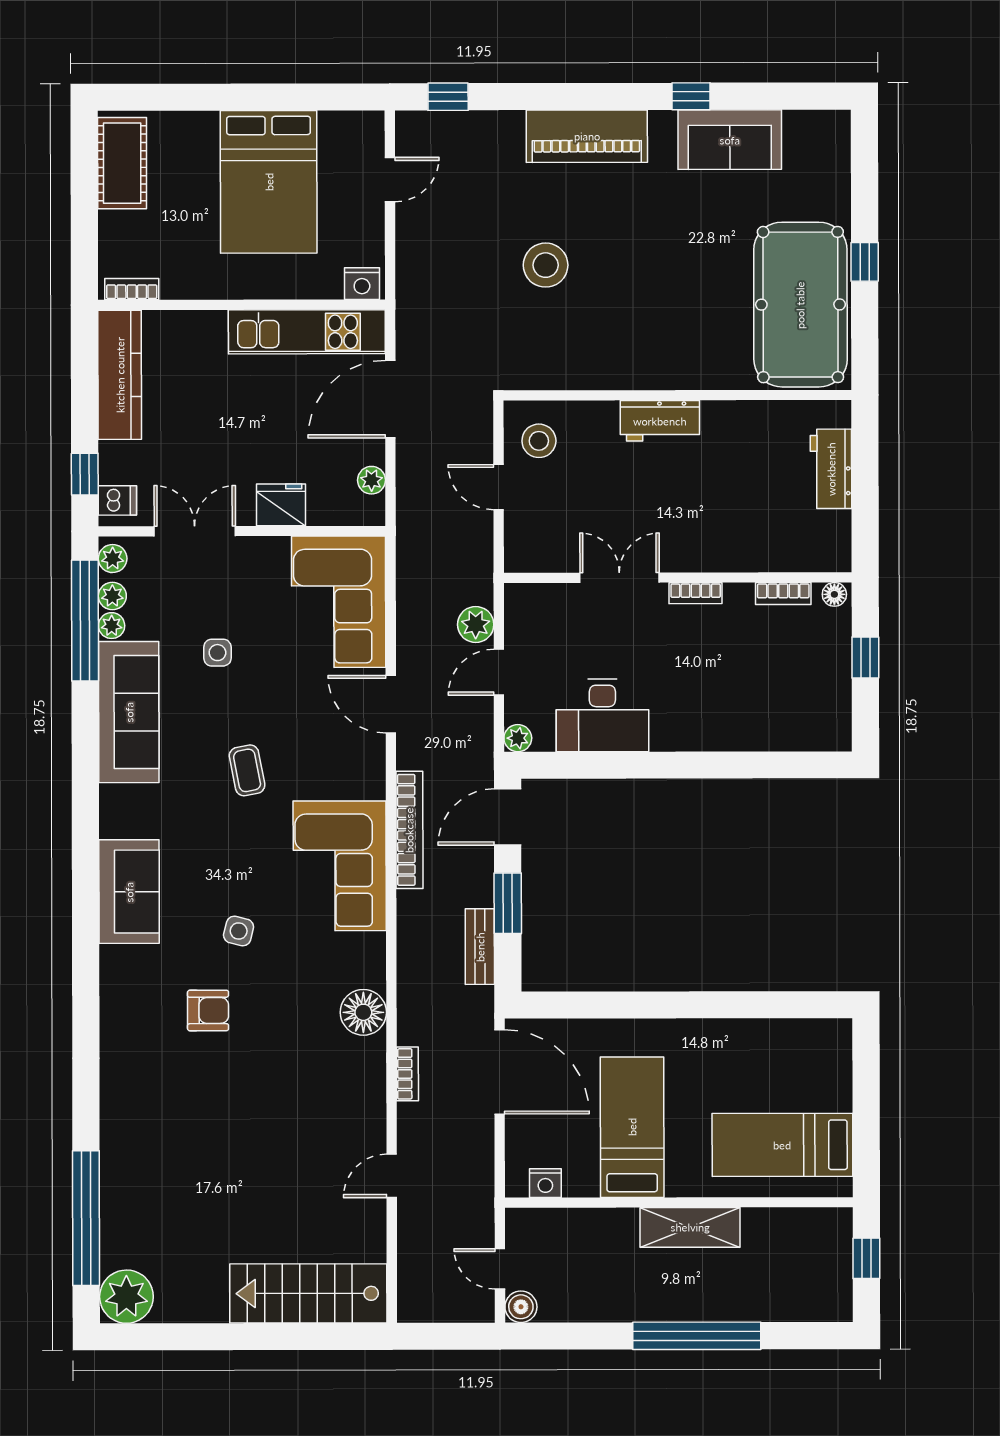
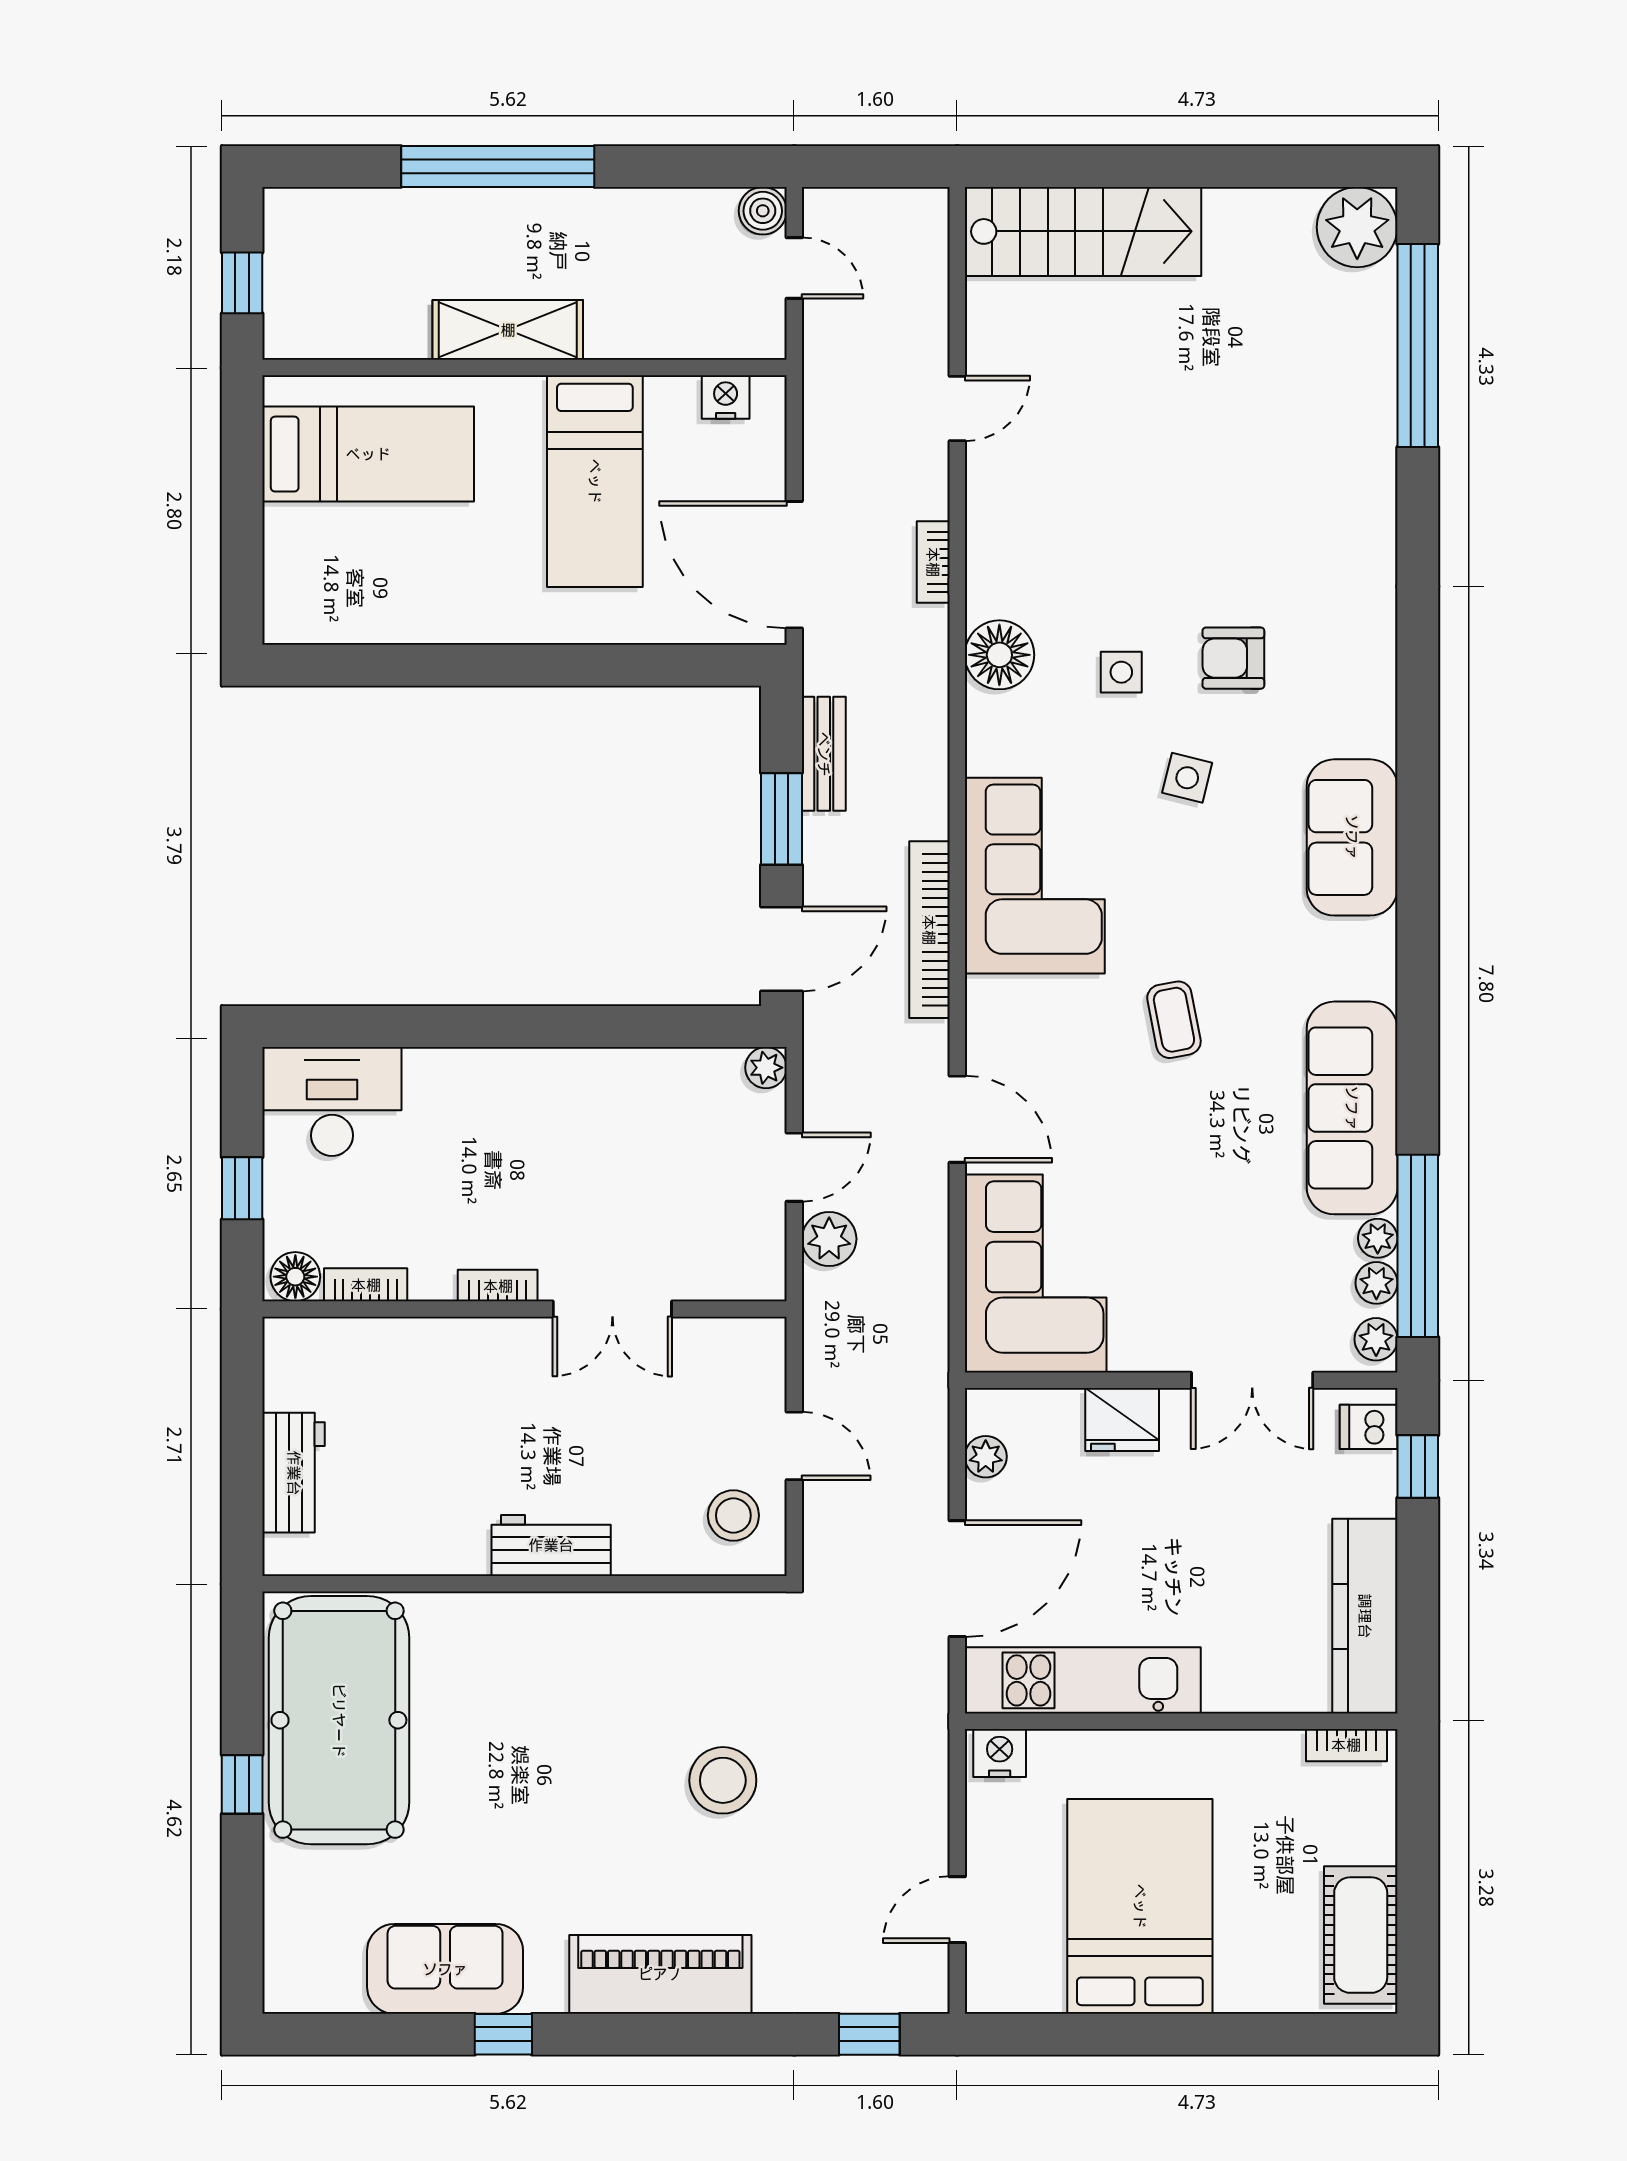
floor lamp: (834, 594) -> (295, 1277), width x1.37, depth x1.37
side table: (217, 653) -> (1121, 672), moved
desk: (602, 715) -> (332, 1102), moved

